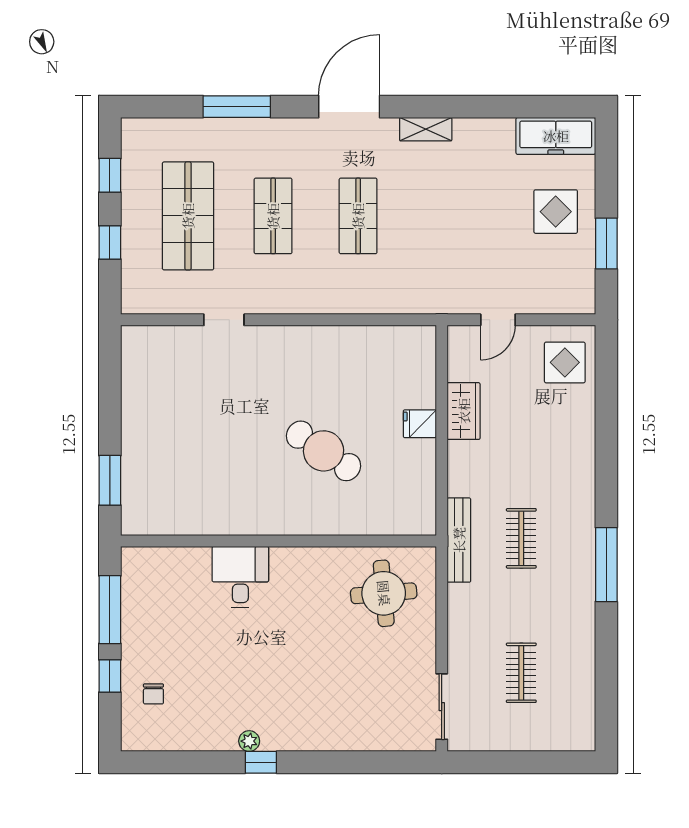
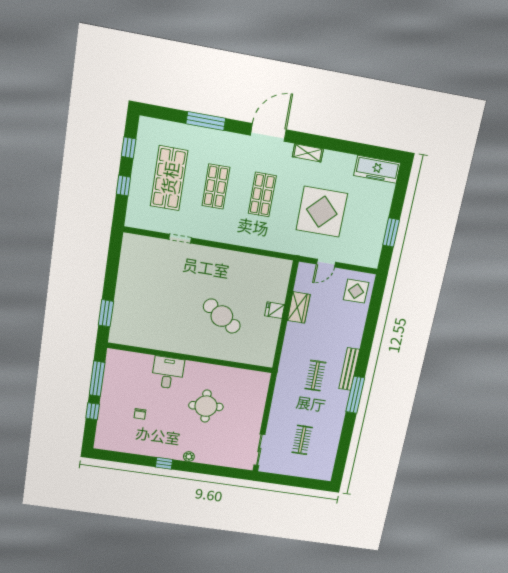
display table: (556, 212) -> (322, 212), moved, width x1.86, depth x1.86
bench: (459, 540) -> (349, 369), moved
round table: (384, 593) -> (206, 406), moved
chair: (153, 694) -> (140, 414), moved
plant: (249, 741) -> (189, 457), moved

